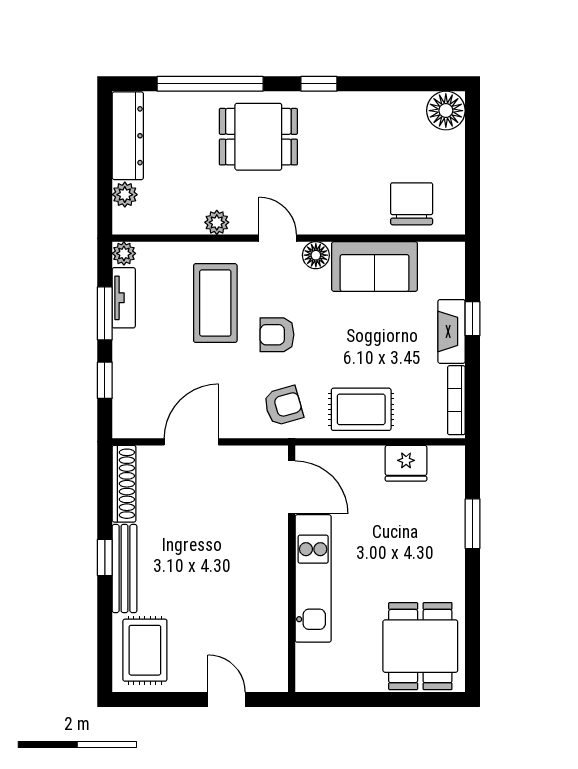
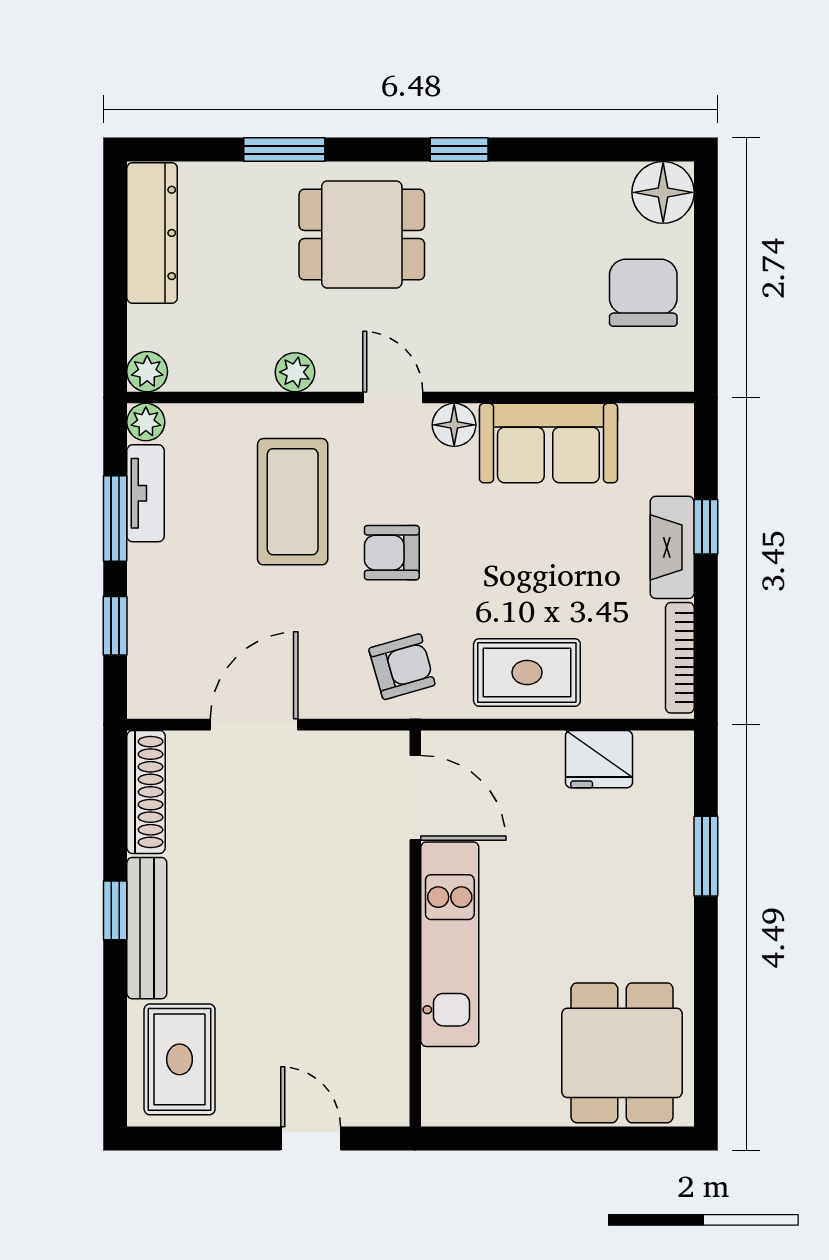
window: (210, 84) -> (284, 150), width x0.47
plant: (125, 195) -> (147, 372), moved
chair: (412, 204) -> (643, 293), moved

